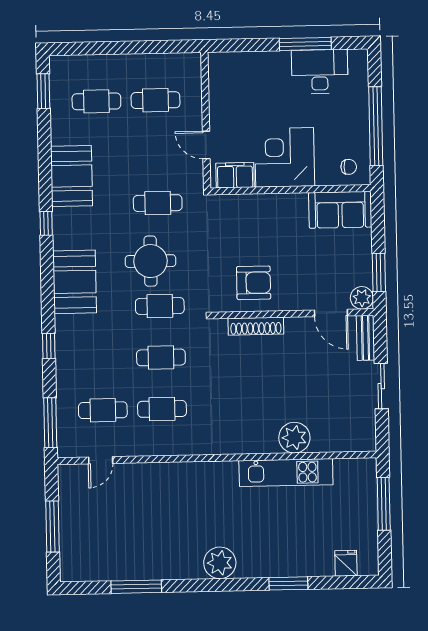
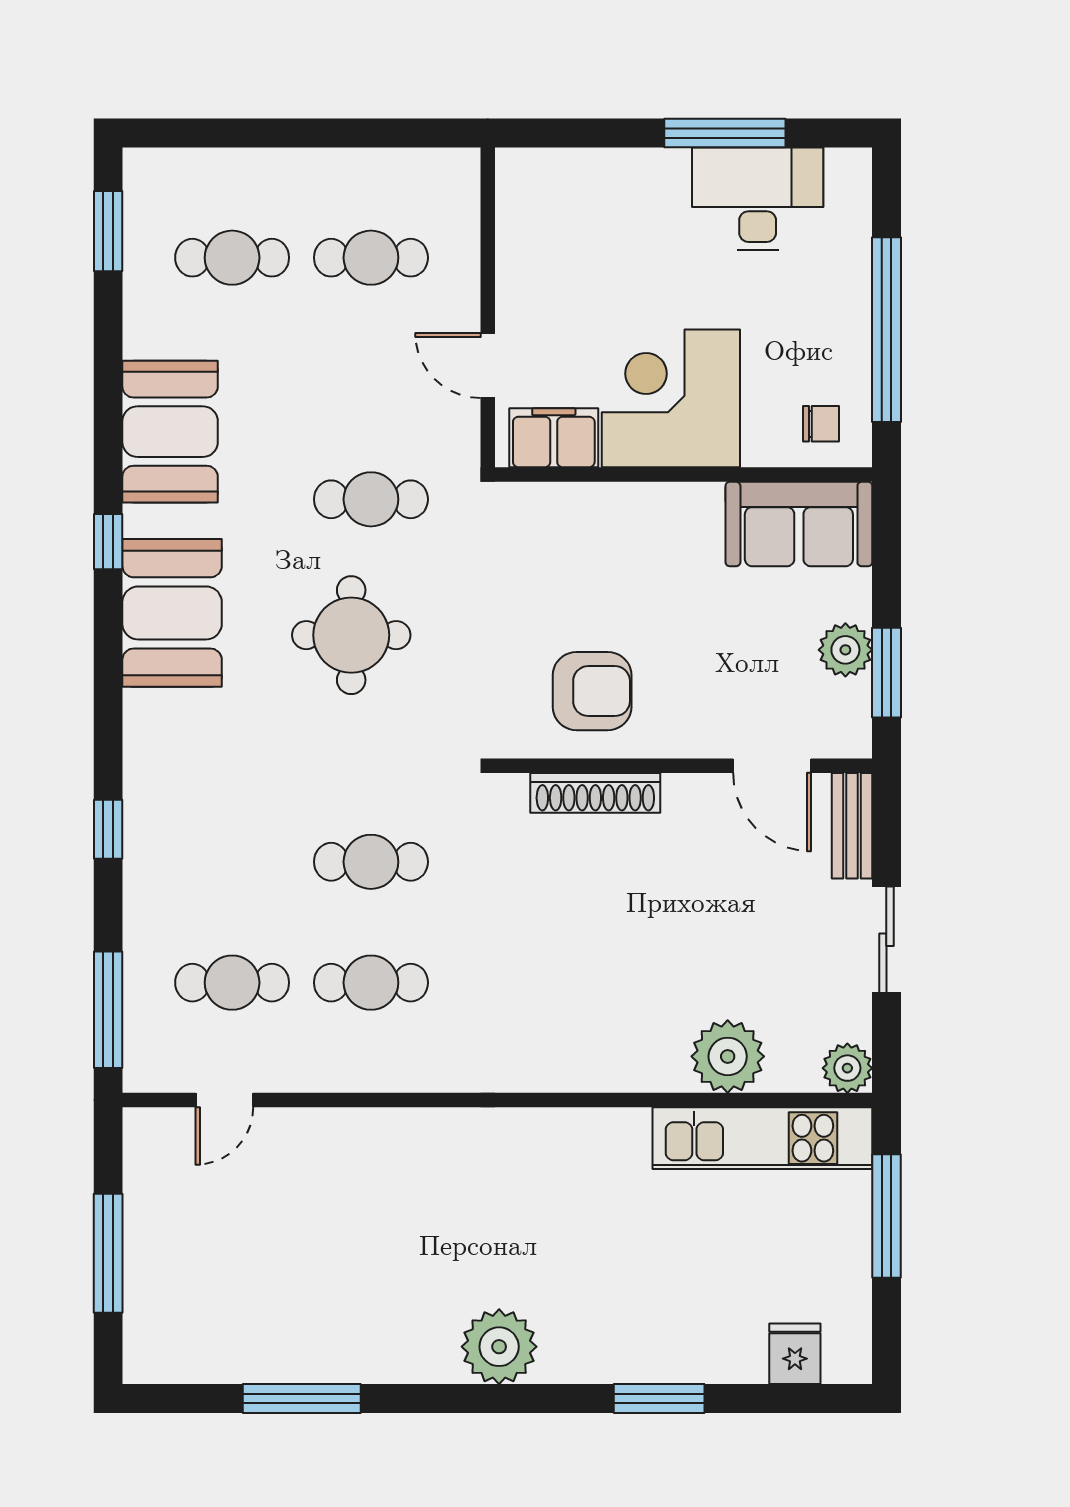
booth: (75, 282) -> (172, 613), moved
plant: (362, 298) -> (845, 650), moved
cafe table: (160, 306) -> (371, 741), removed
plant: (294, 438) -> (728, 1056), moved
plant: (366, 441) -> (847, 1068), added
kitchen unit: (286, 473) -> (762, 1138), moved

